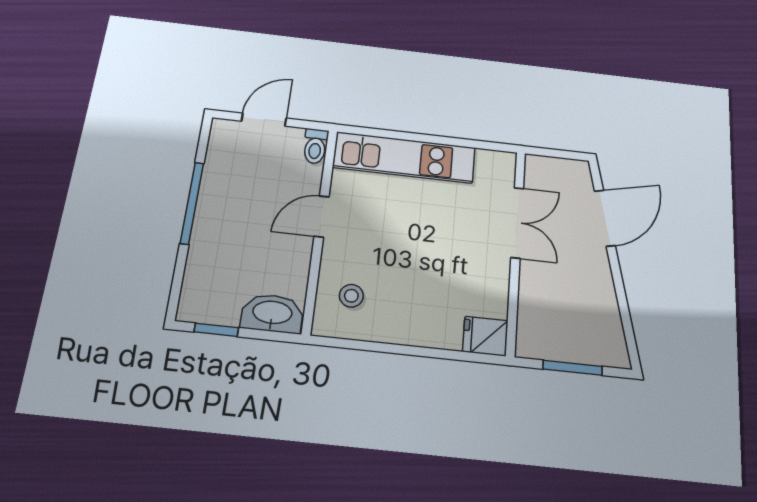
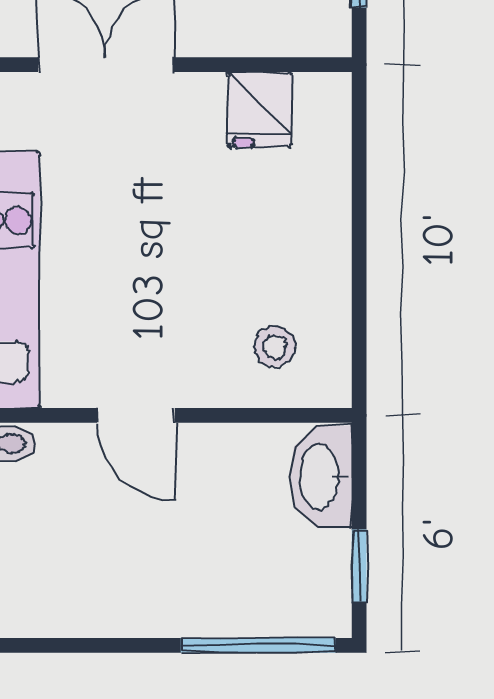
window: (192, 203) -> (258, 645), moved
fridge: (485, 336) -> (260, 109), moved

